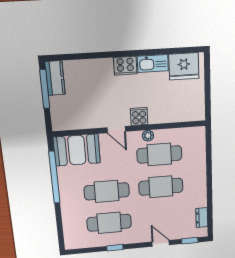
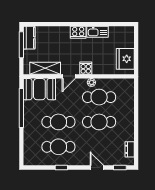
fridge: (184, 66) -> (125, 59), moved, turned 90
shelving: (82, 121) -> (45, 68), added
door: (116, 130) -> (69, 76), hinge flipped

